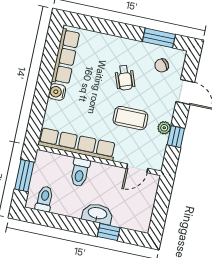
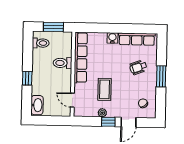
window: (159, 38) -> (161, 76), moved
wheelchair: (125, 78) -> (138, 67), moved
window: (176, 137) -> (108, 122), moved
washbasin: (97, 214) -> (37, 105), moved
window: (109, 232) -> (27, 78), moved

